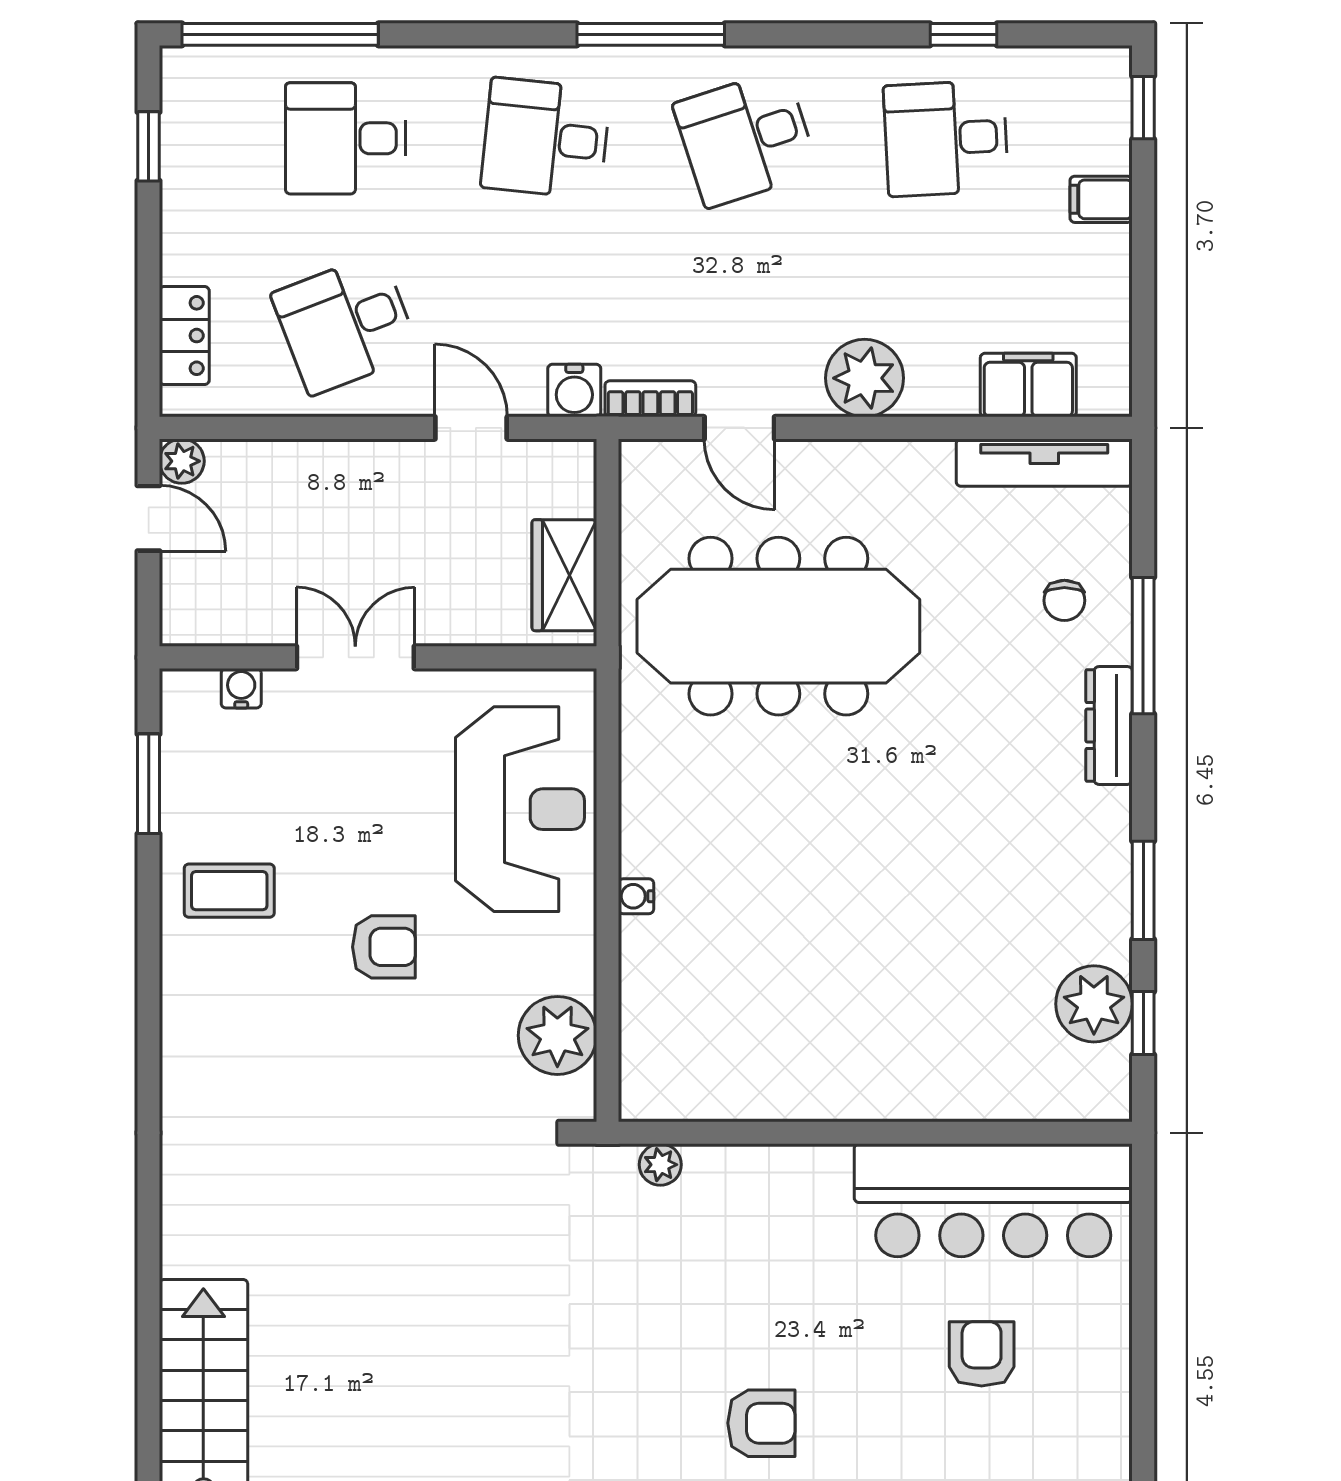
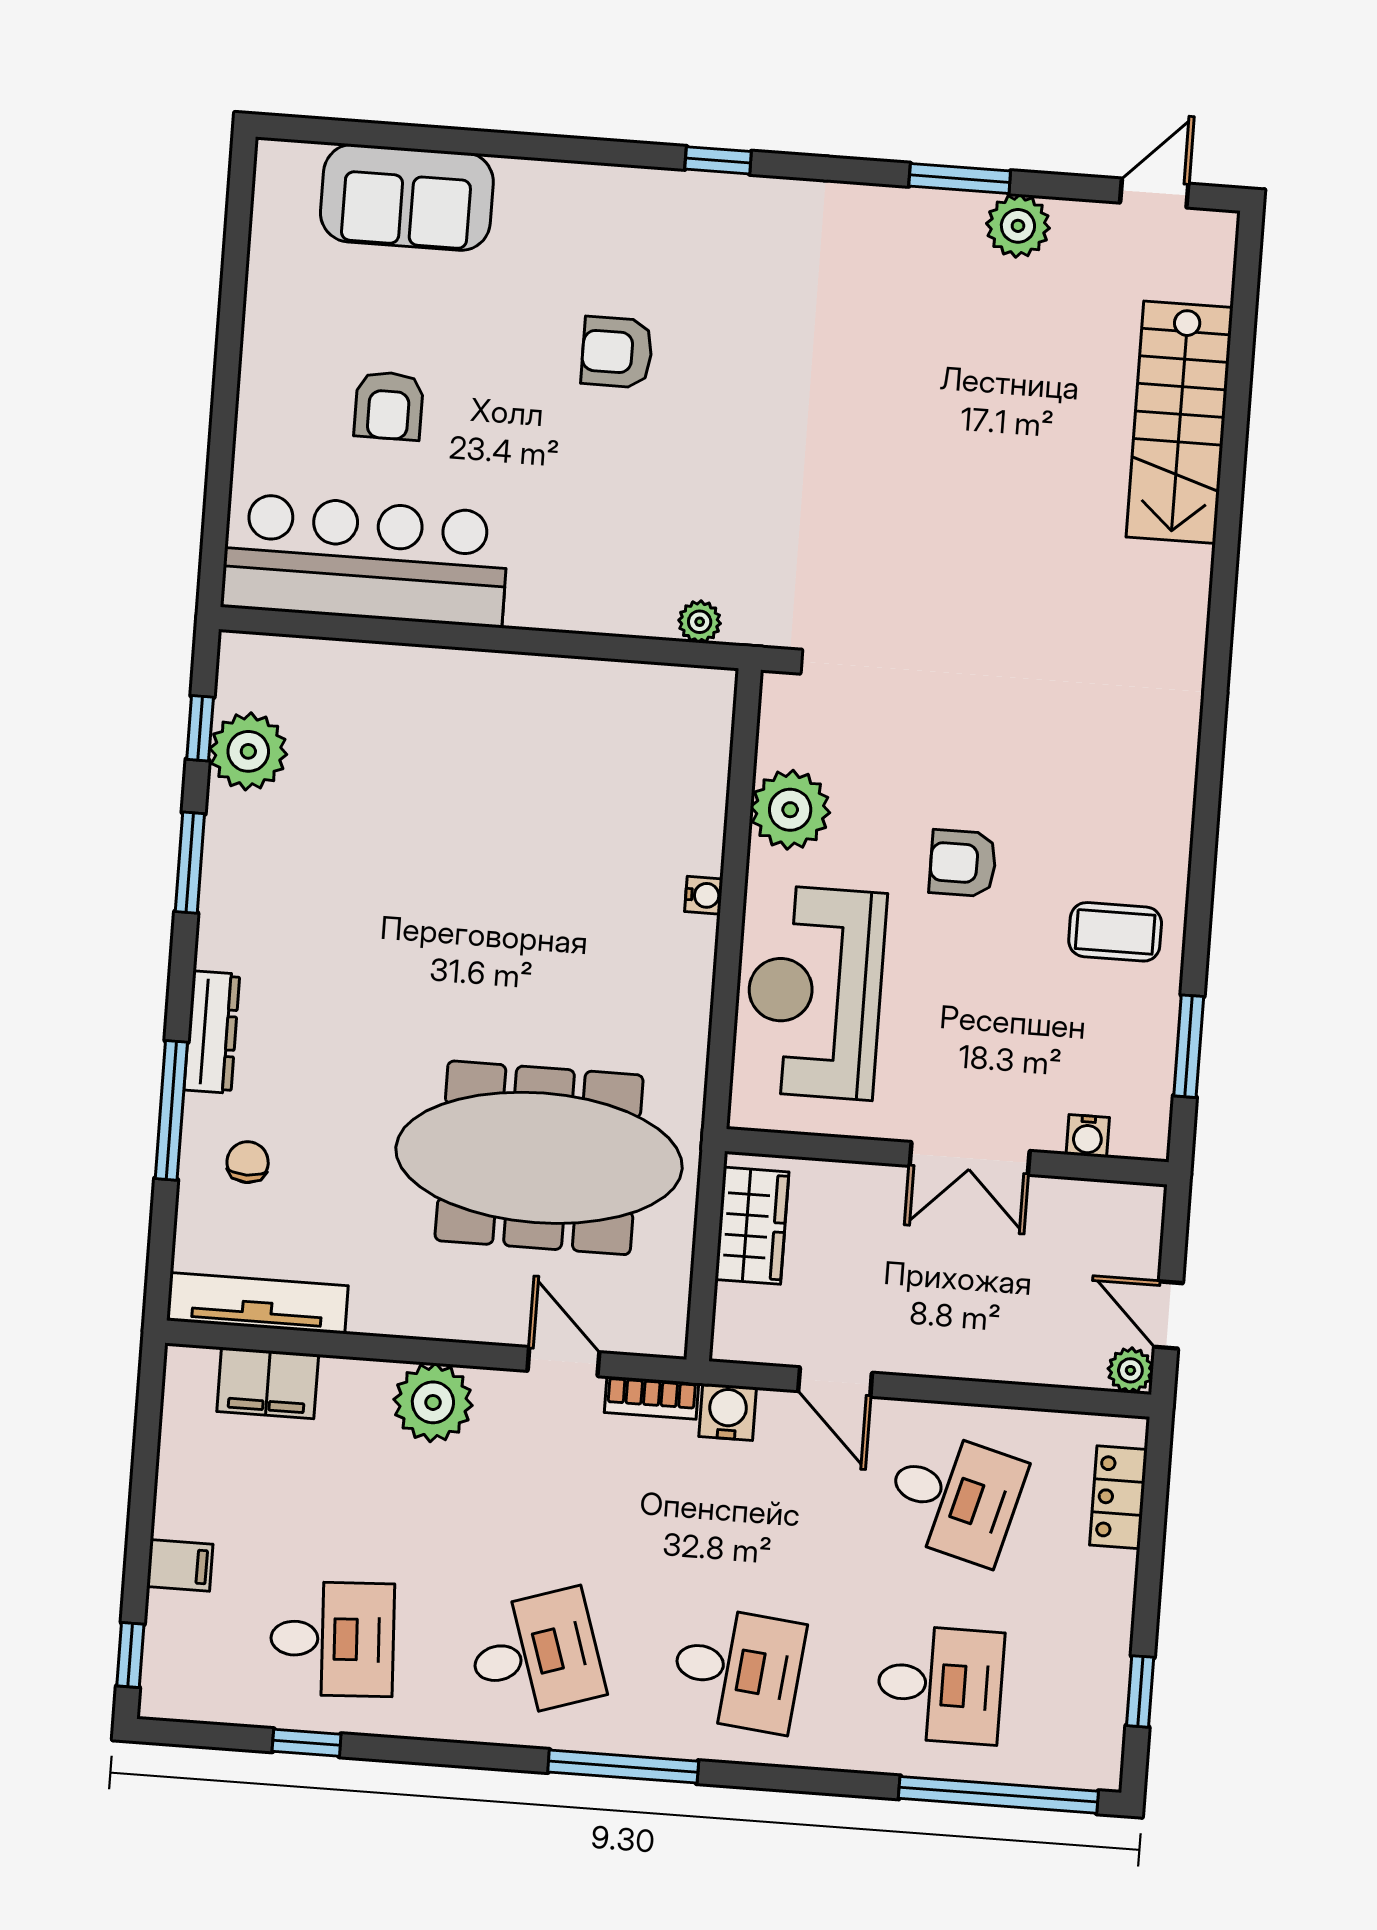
desk: (346, 324) -> (954, 1497), turned 36
plant: (557, 1035) -> (790, 810), moved

